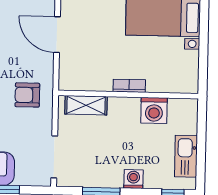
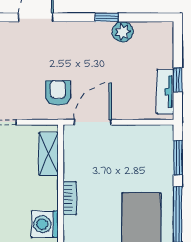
door: (57, 35) -> (93, 122), moved

